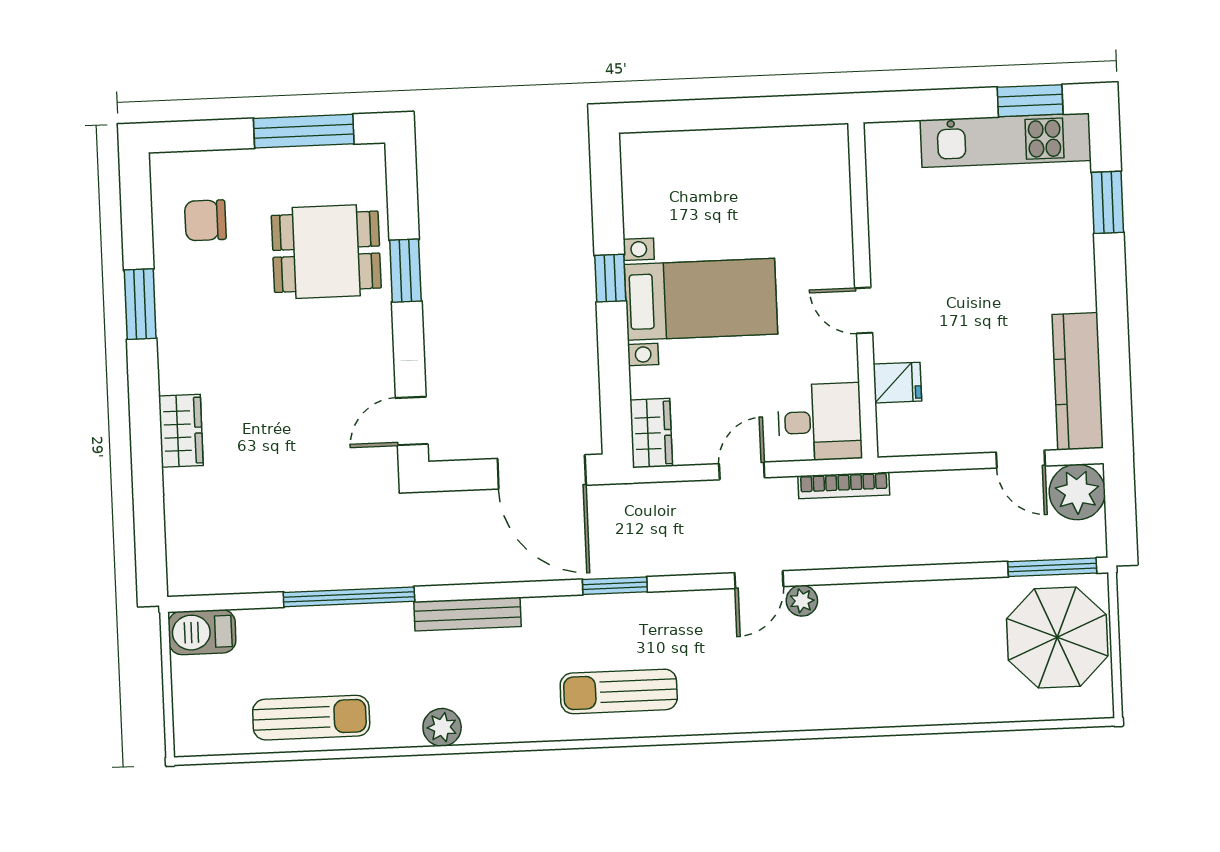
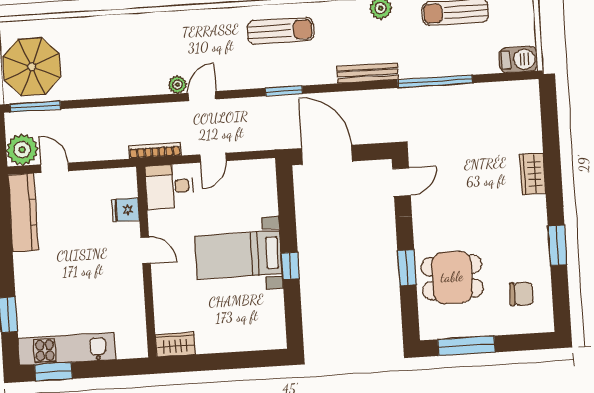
wardrobe: (651, 433) -> (175, 344), moved, turned 90

